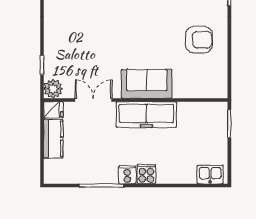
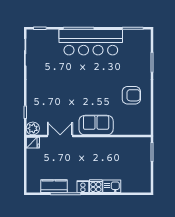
freezer: (146, 115) -> (96, 146), removed
kitchen counter: (53, 139) -> (54, 186), moved, turned -90
kitchen sink: (210, 174) -> (112, 186), moved

